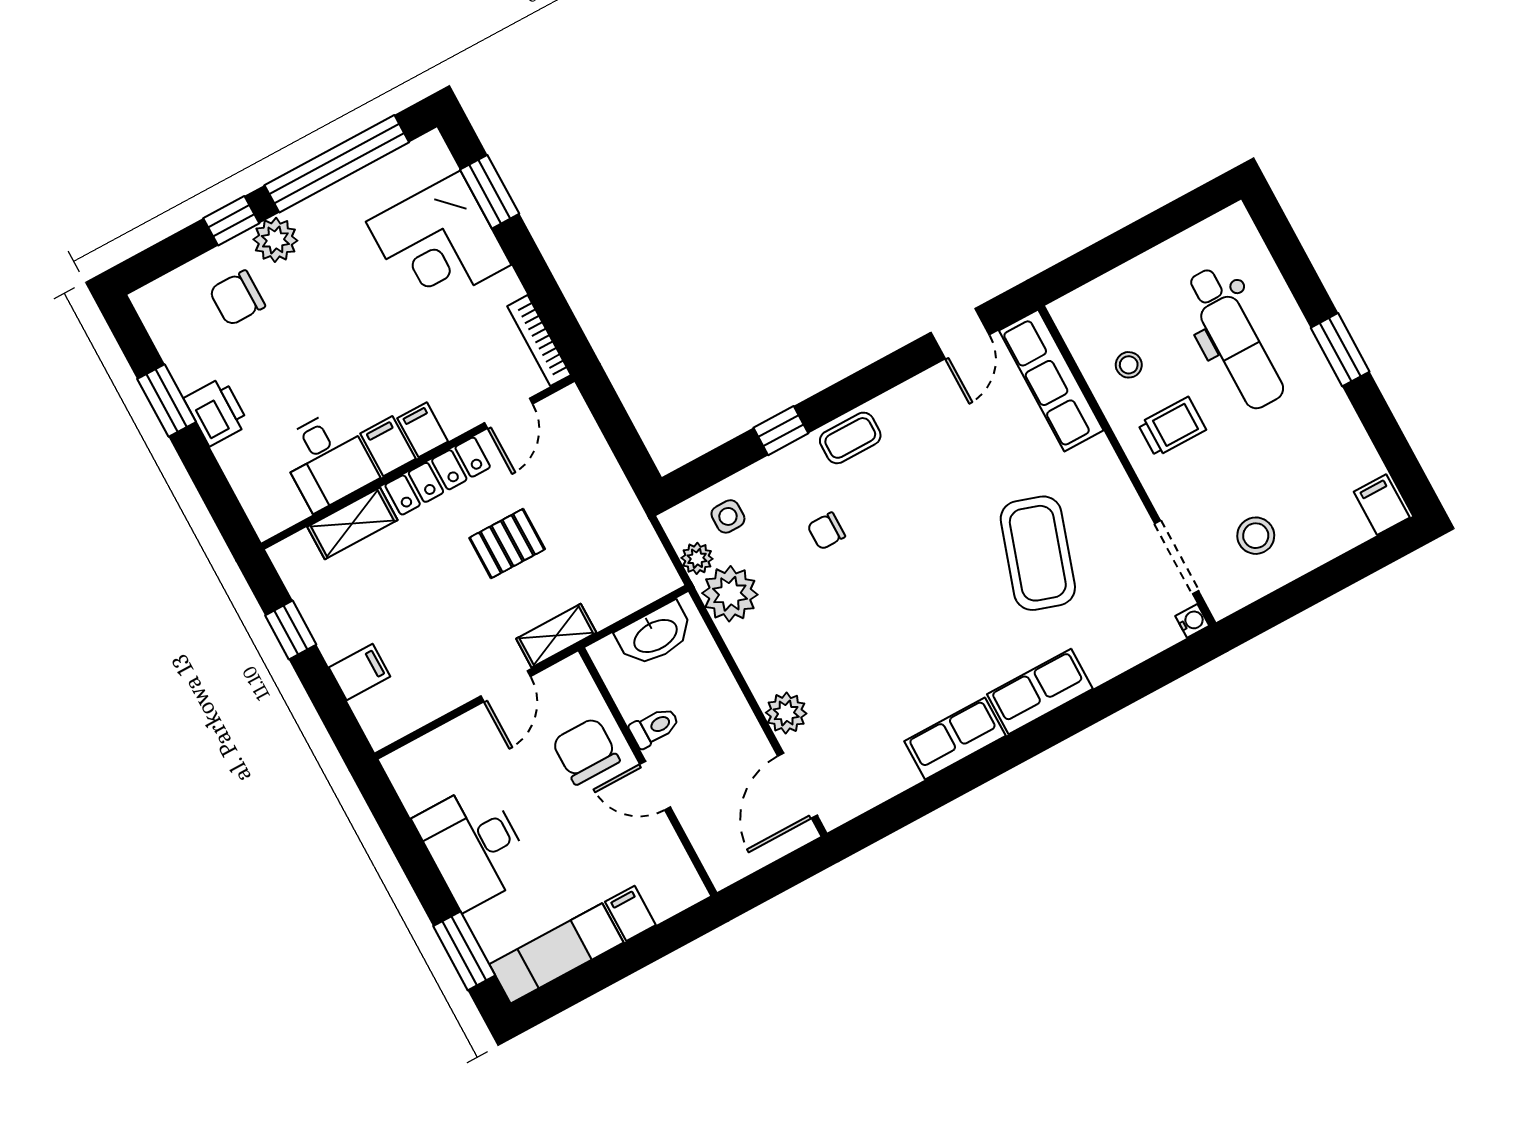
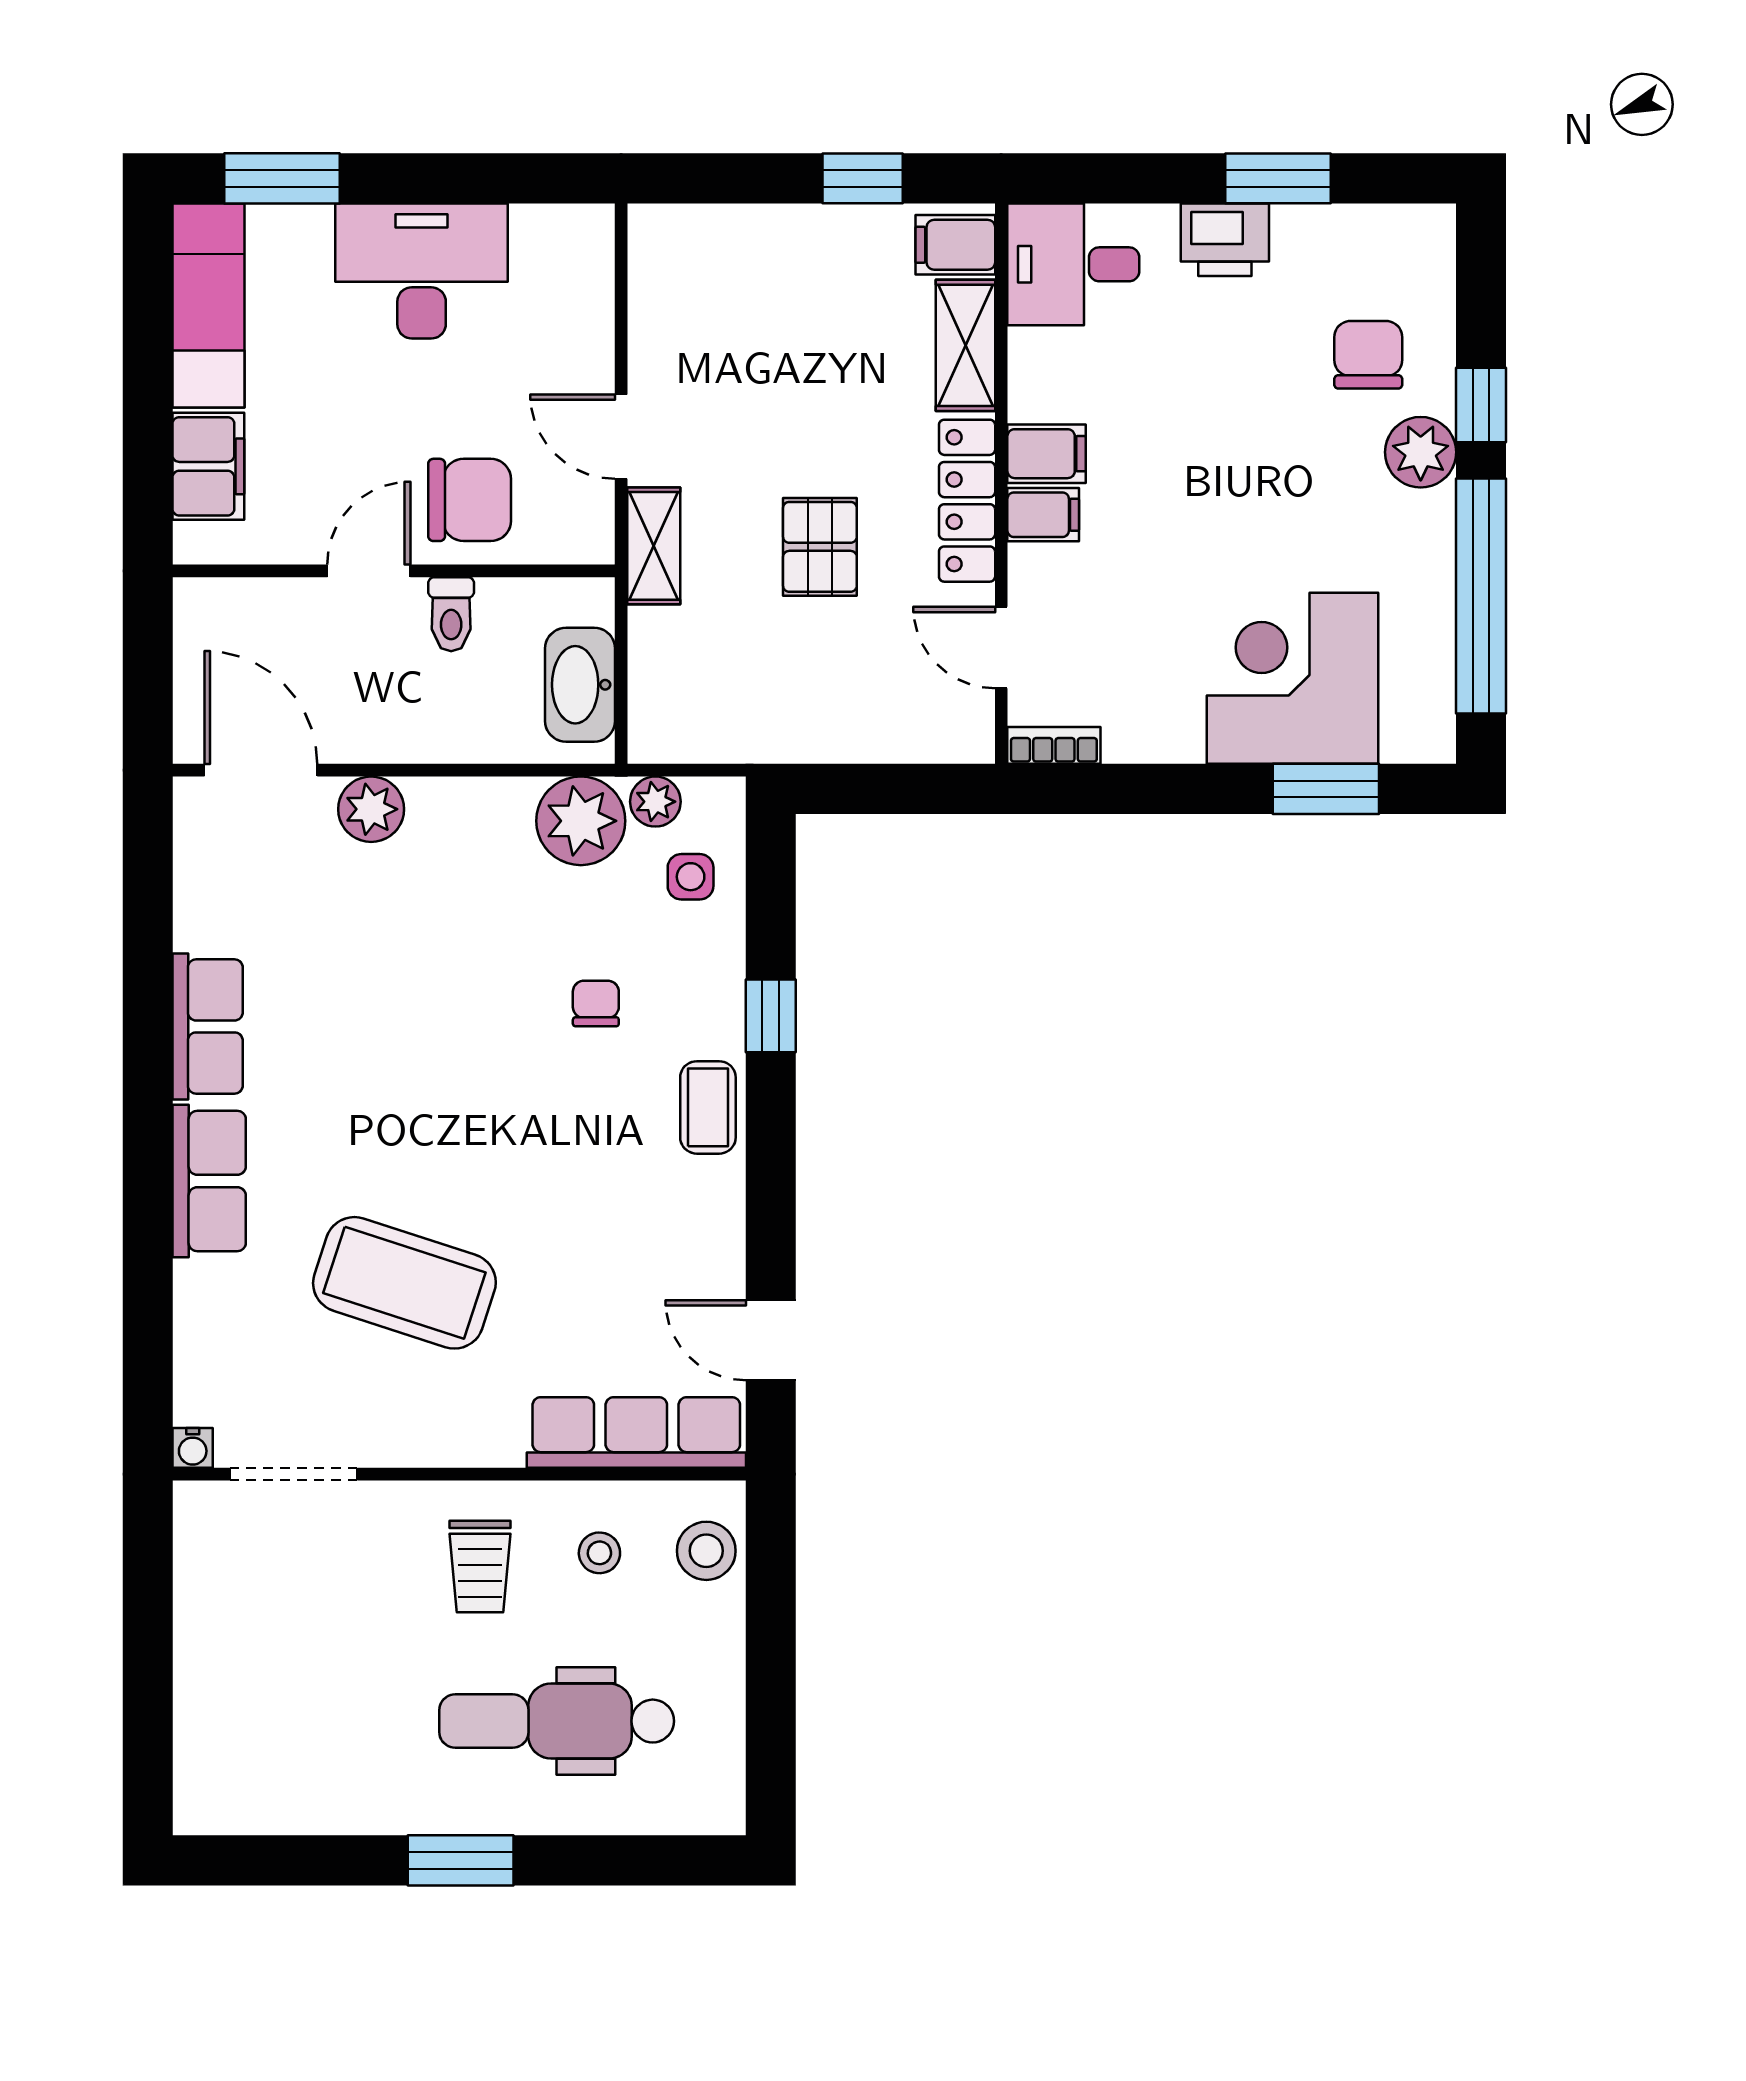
bookcase: (539, 341) -> (1054, 745), width x0.64
desk: (327, 460) -> (1073, 264), moved
filing cabinet: (1382, 505) -> (212, 1801), removed
stool: (1256, 536) -> (706, 1551), moved
filing cabinet: (360, 672) -> (955, 245), moved, turned 90
filing cabinet: (630, 913) -> (208, 466), width x2.00

